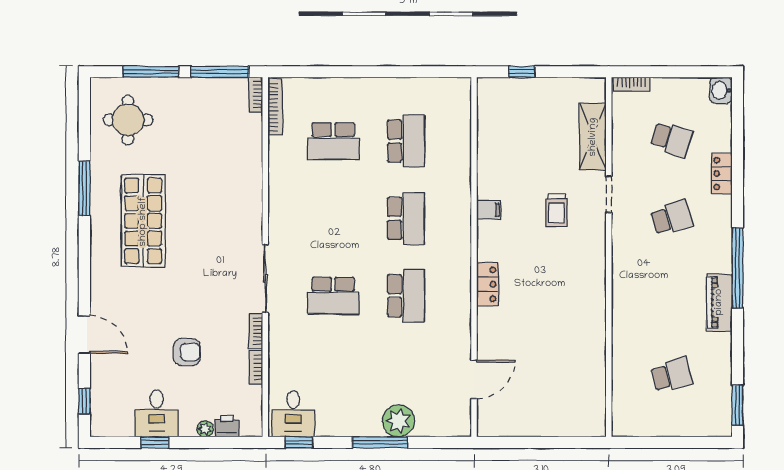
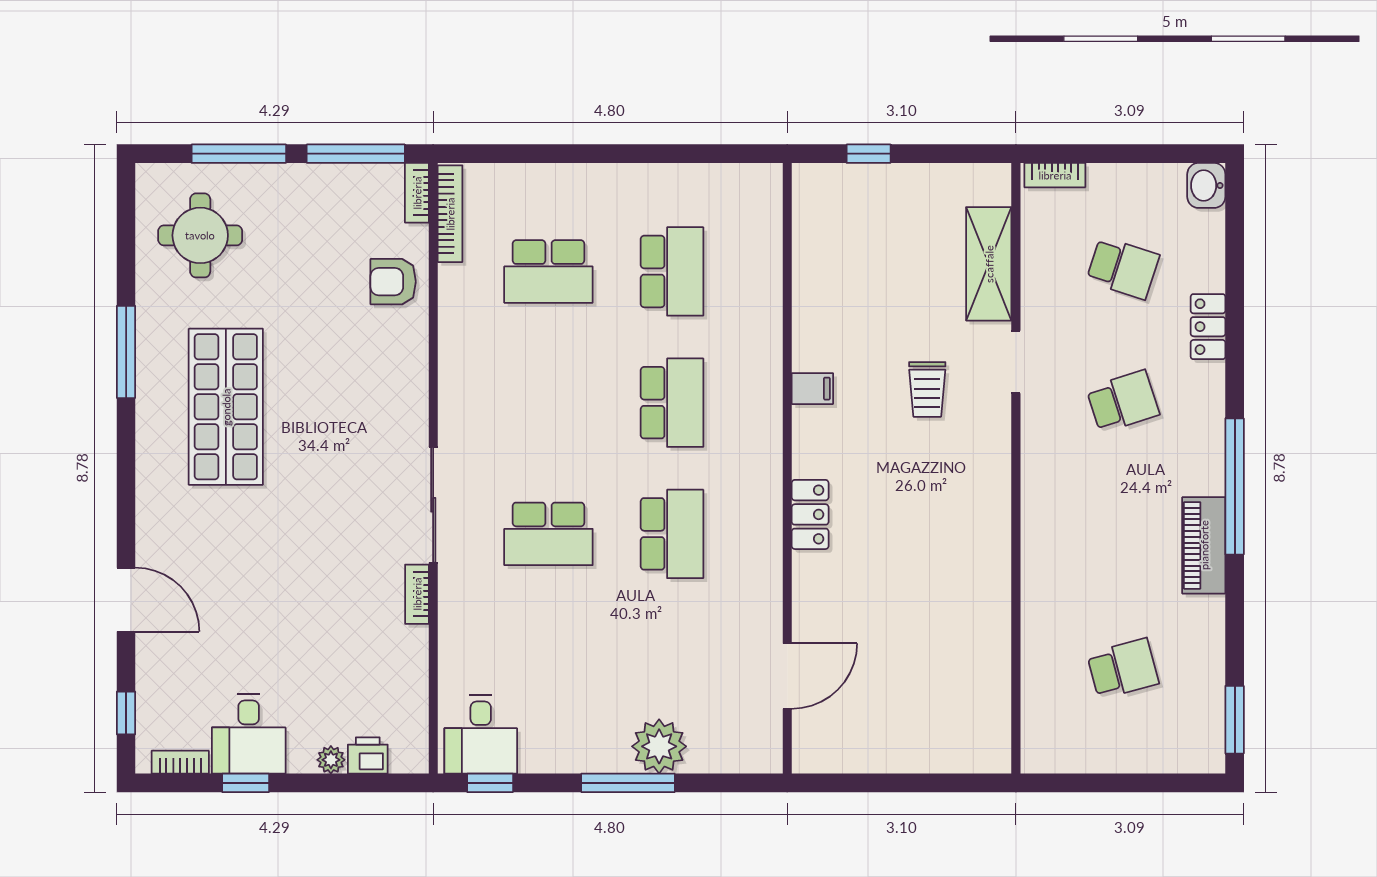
armchair: (187, 352) -> (393, 282), moved, turned 180
bookcase: (256, 367) -> (180, 762), moved, turned 90

